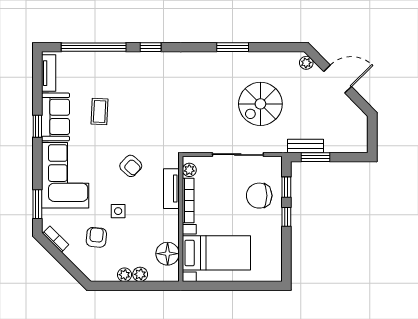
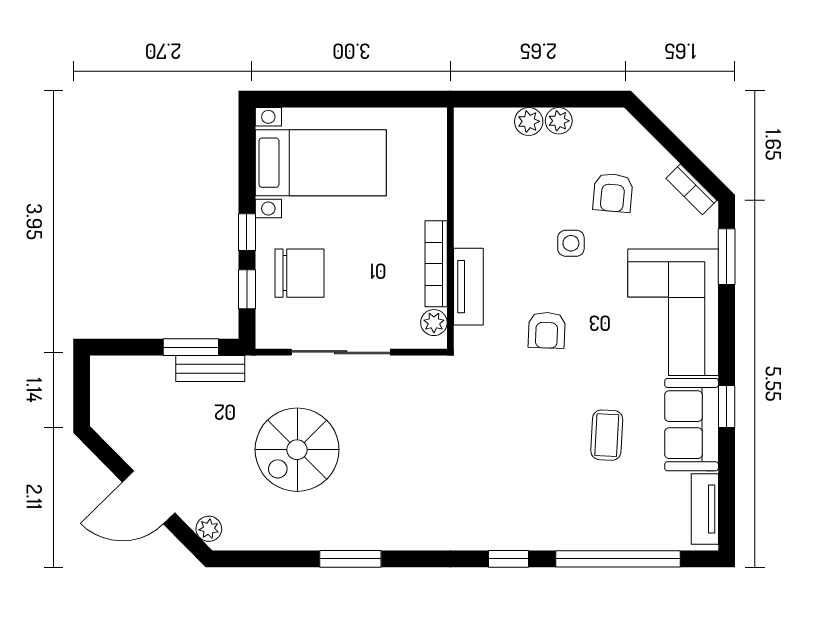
spiral stairs: (260, 104) -> (297, 450), turned 180
armchair: (131, 166) -> (547, 330), turned -131
bed with nightstands: (216, 253) -> (321, 163), moved, turned 180
floor lamp: (168, 254) -> (476, 161), removed

